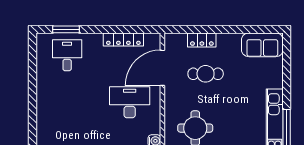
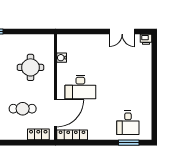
locker: (123, 40) -> (72, 135), moved
locker: (202, 40) -> (38, 134), moved

